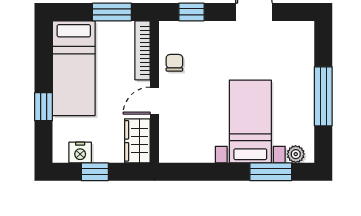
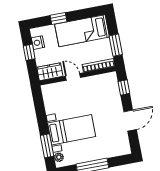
chair: (174, 63) -> (95, 84), removed

